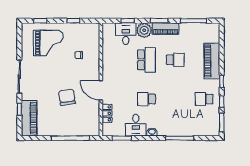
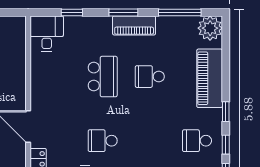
plant: (144, 30) -> (210, 28), moved
desk: (126, 34) -> (47, 34), moved
school desk: (175, 60) -> (150, 77), turned 180

